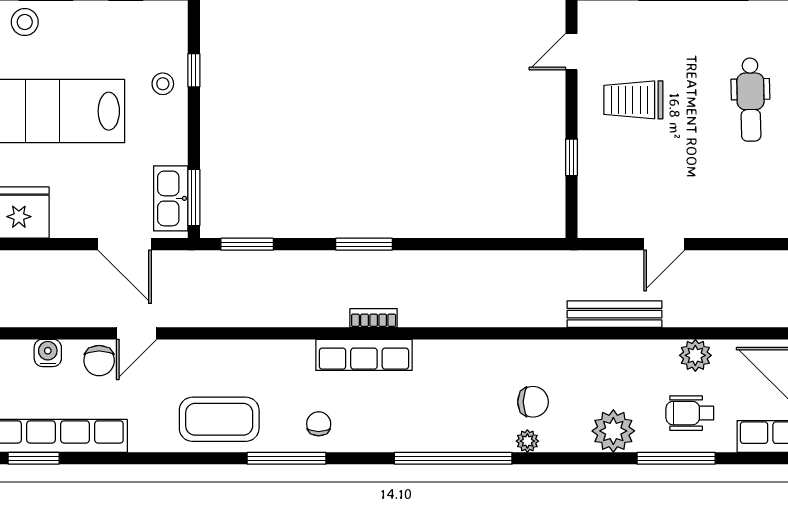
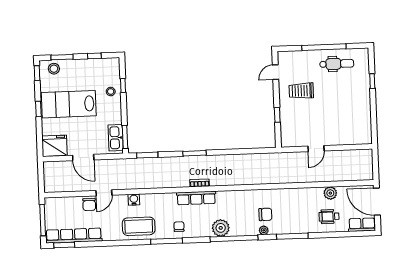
dental chair: (751, 100) -> (337, 64), moved, turned -89
door: (125, 244) -> (83, 158), moved
bench: (614, 314) -> (297, 178), removed
water cooler: (48, 353) -> (134, 200), moved
plant: (613, 431) -> (221, 228), moved
window: (676, 458) -> (292, 236), moved

